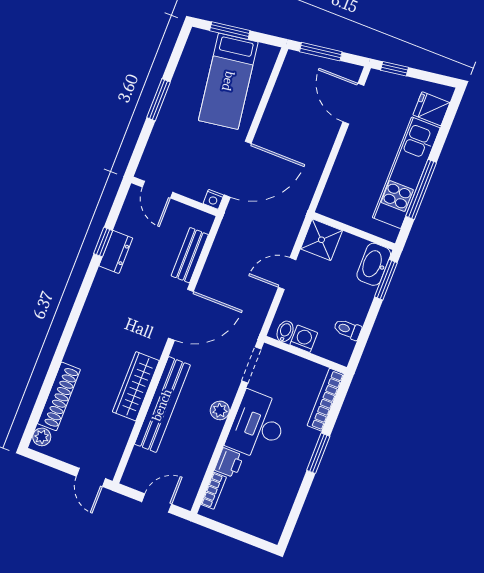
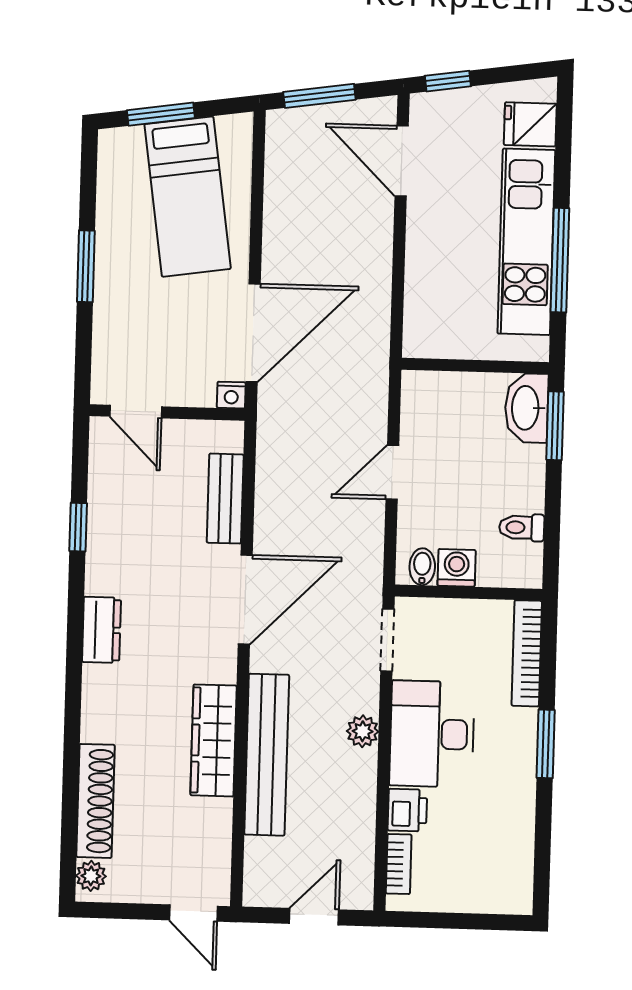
shower: (321, 240) -> (428, 398), removed
dresser: (116, 252) -> (101, 630), moved

